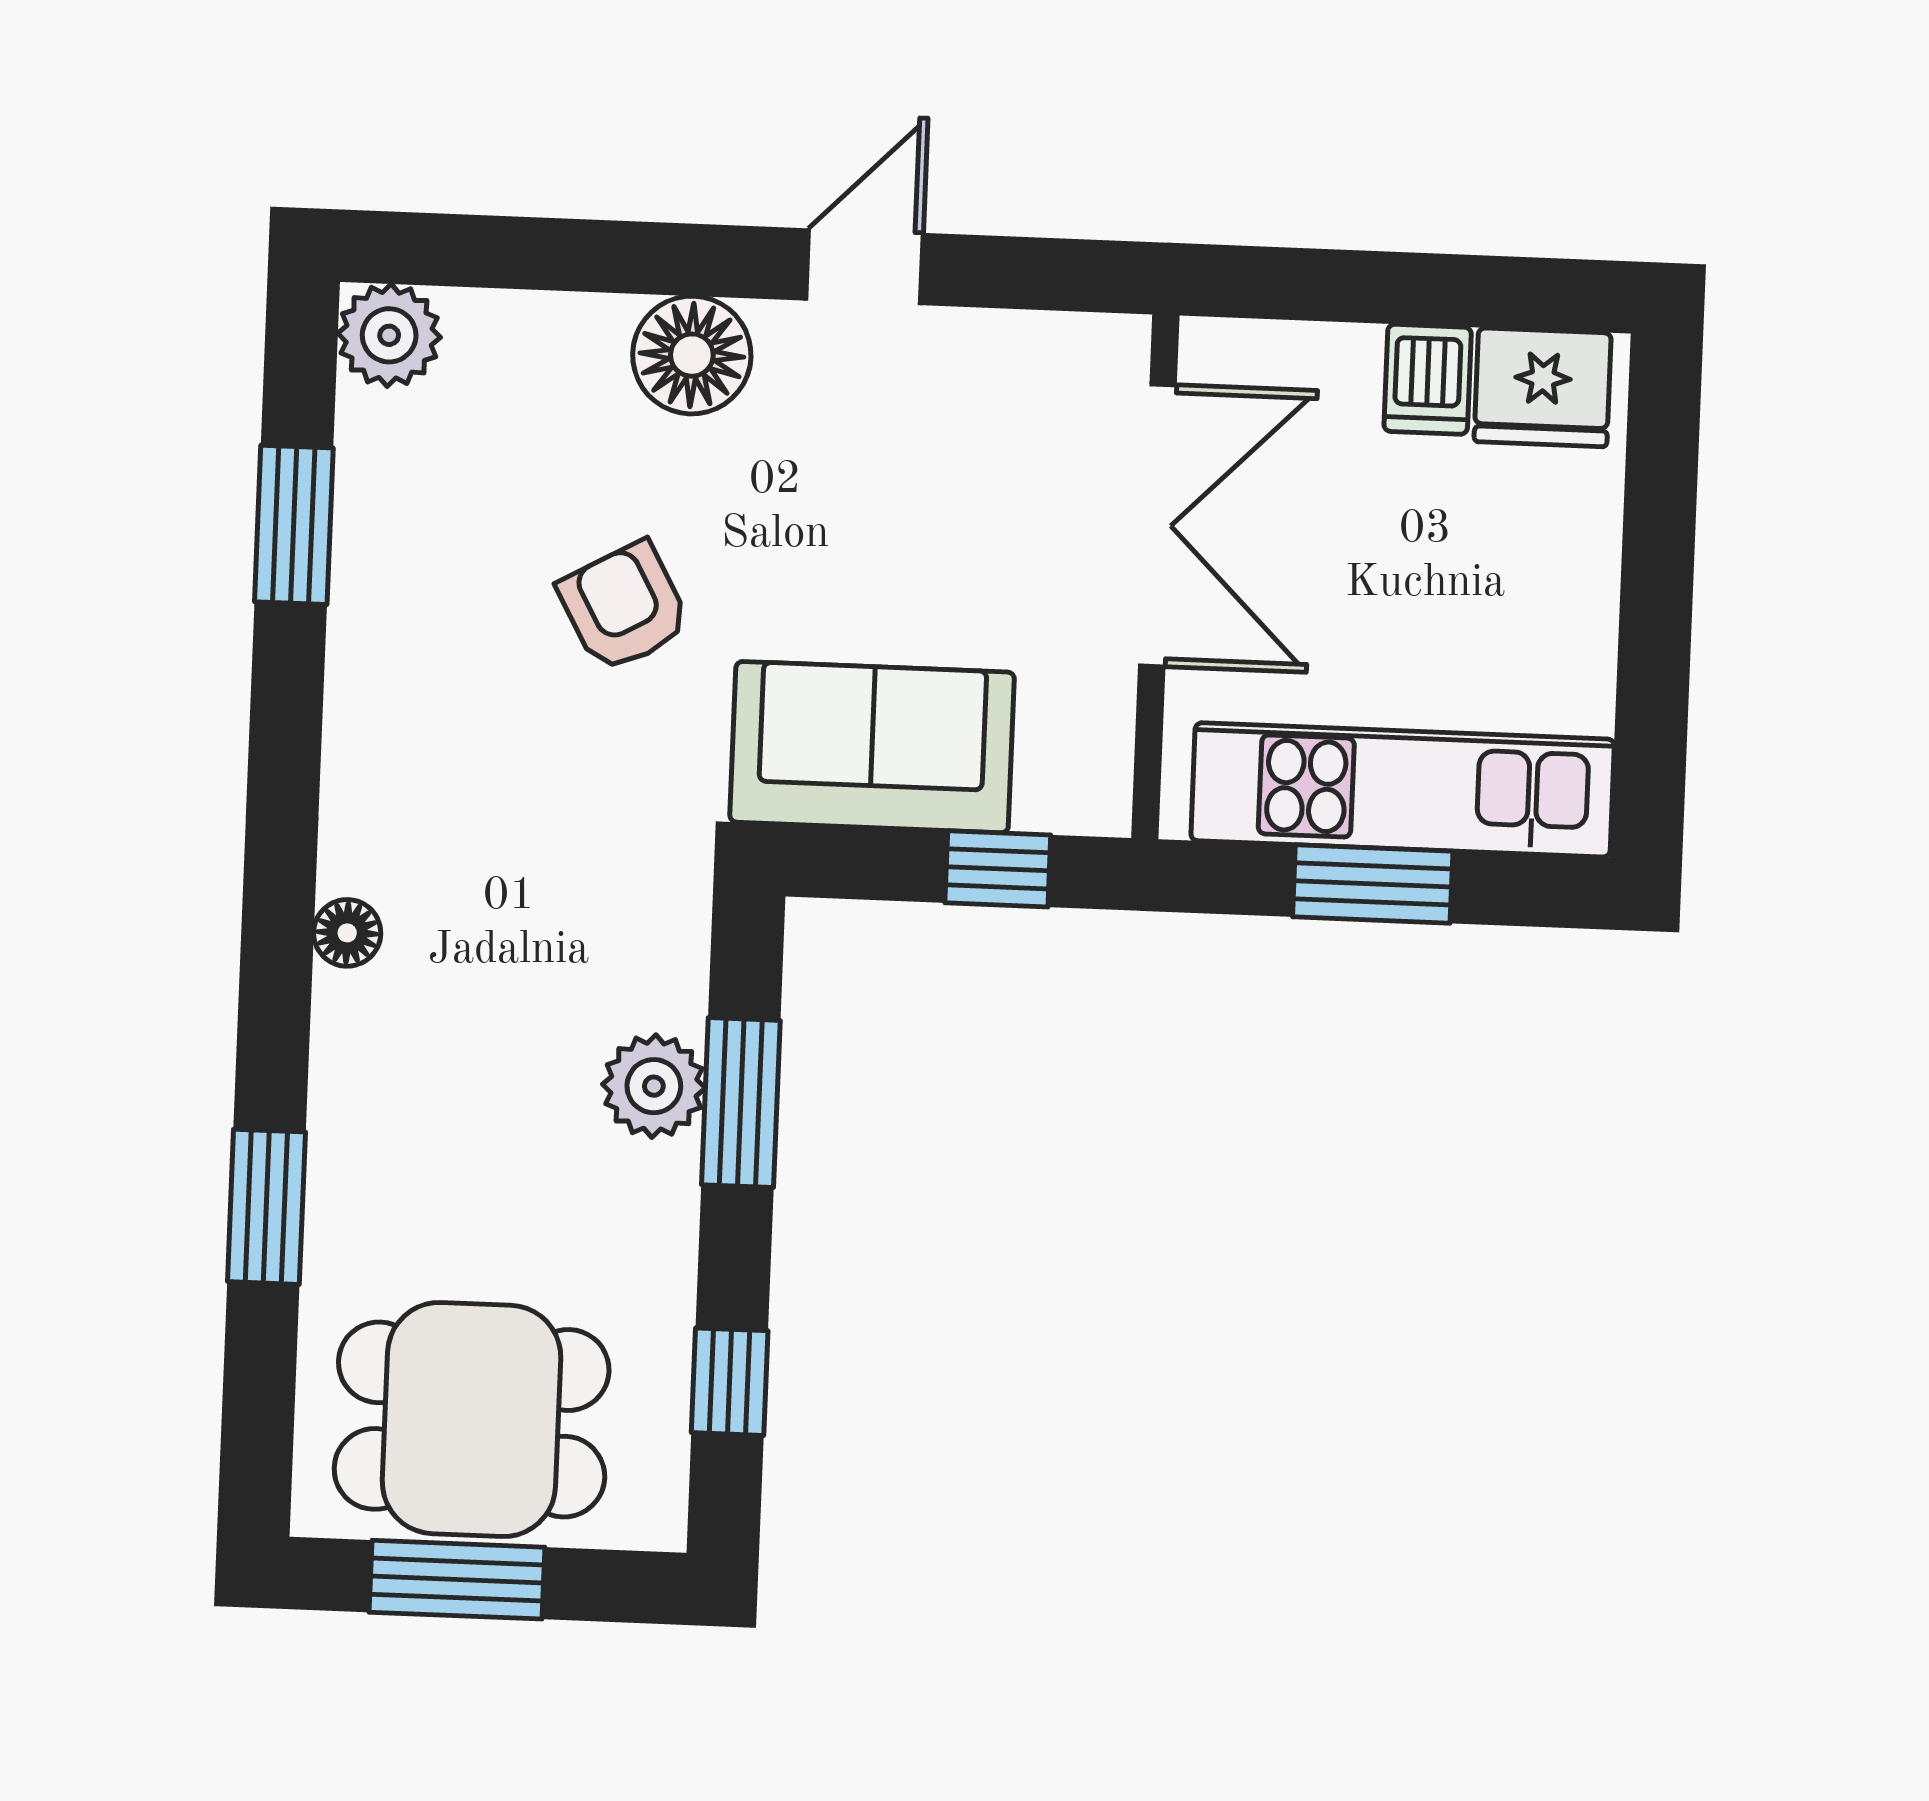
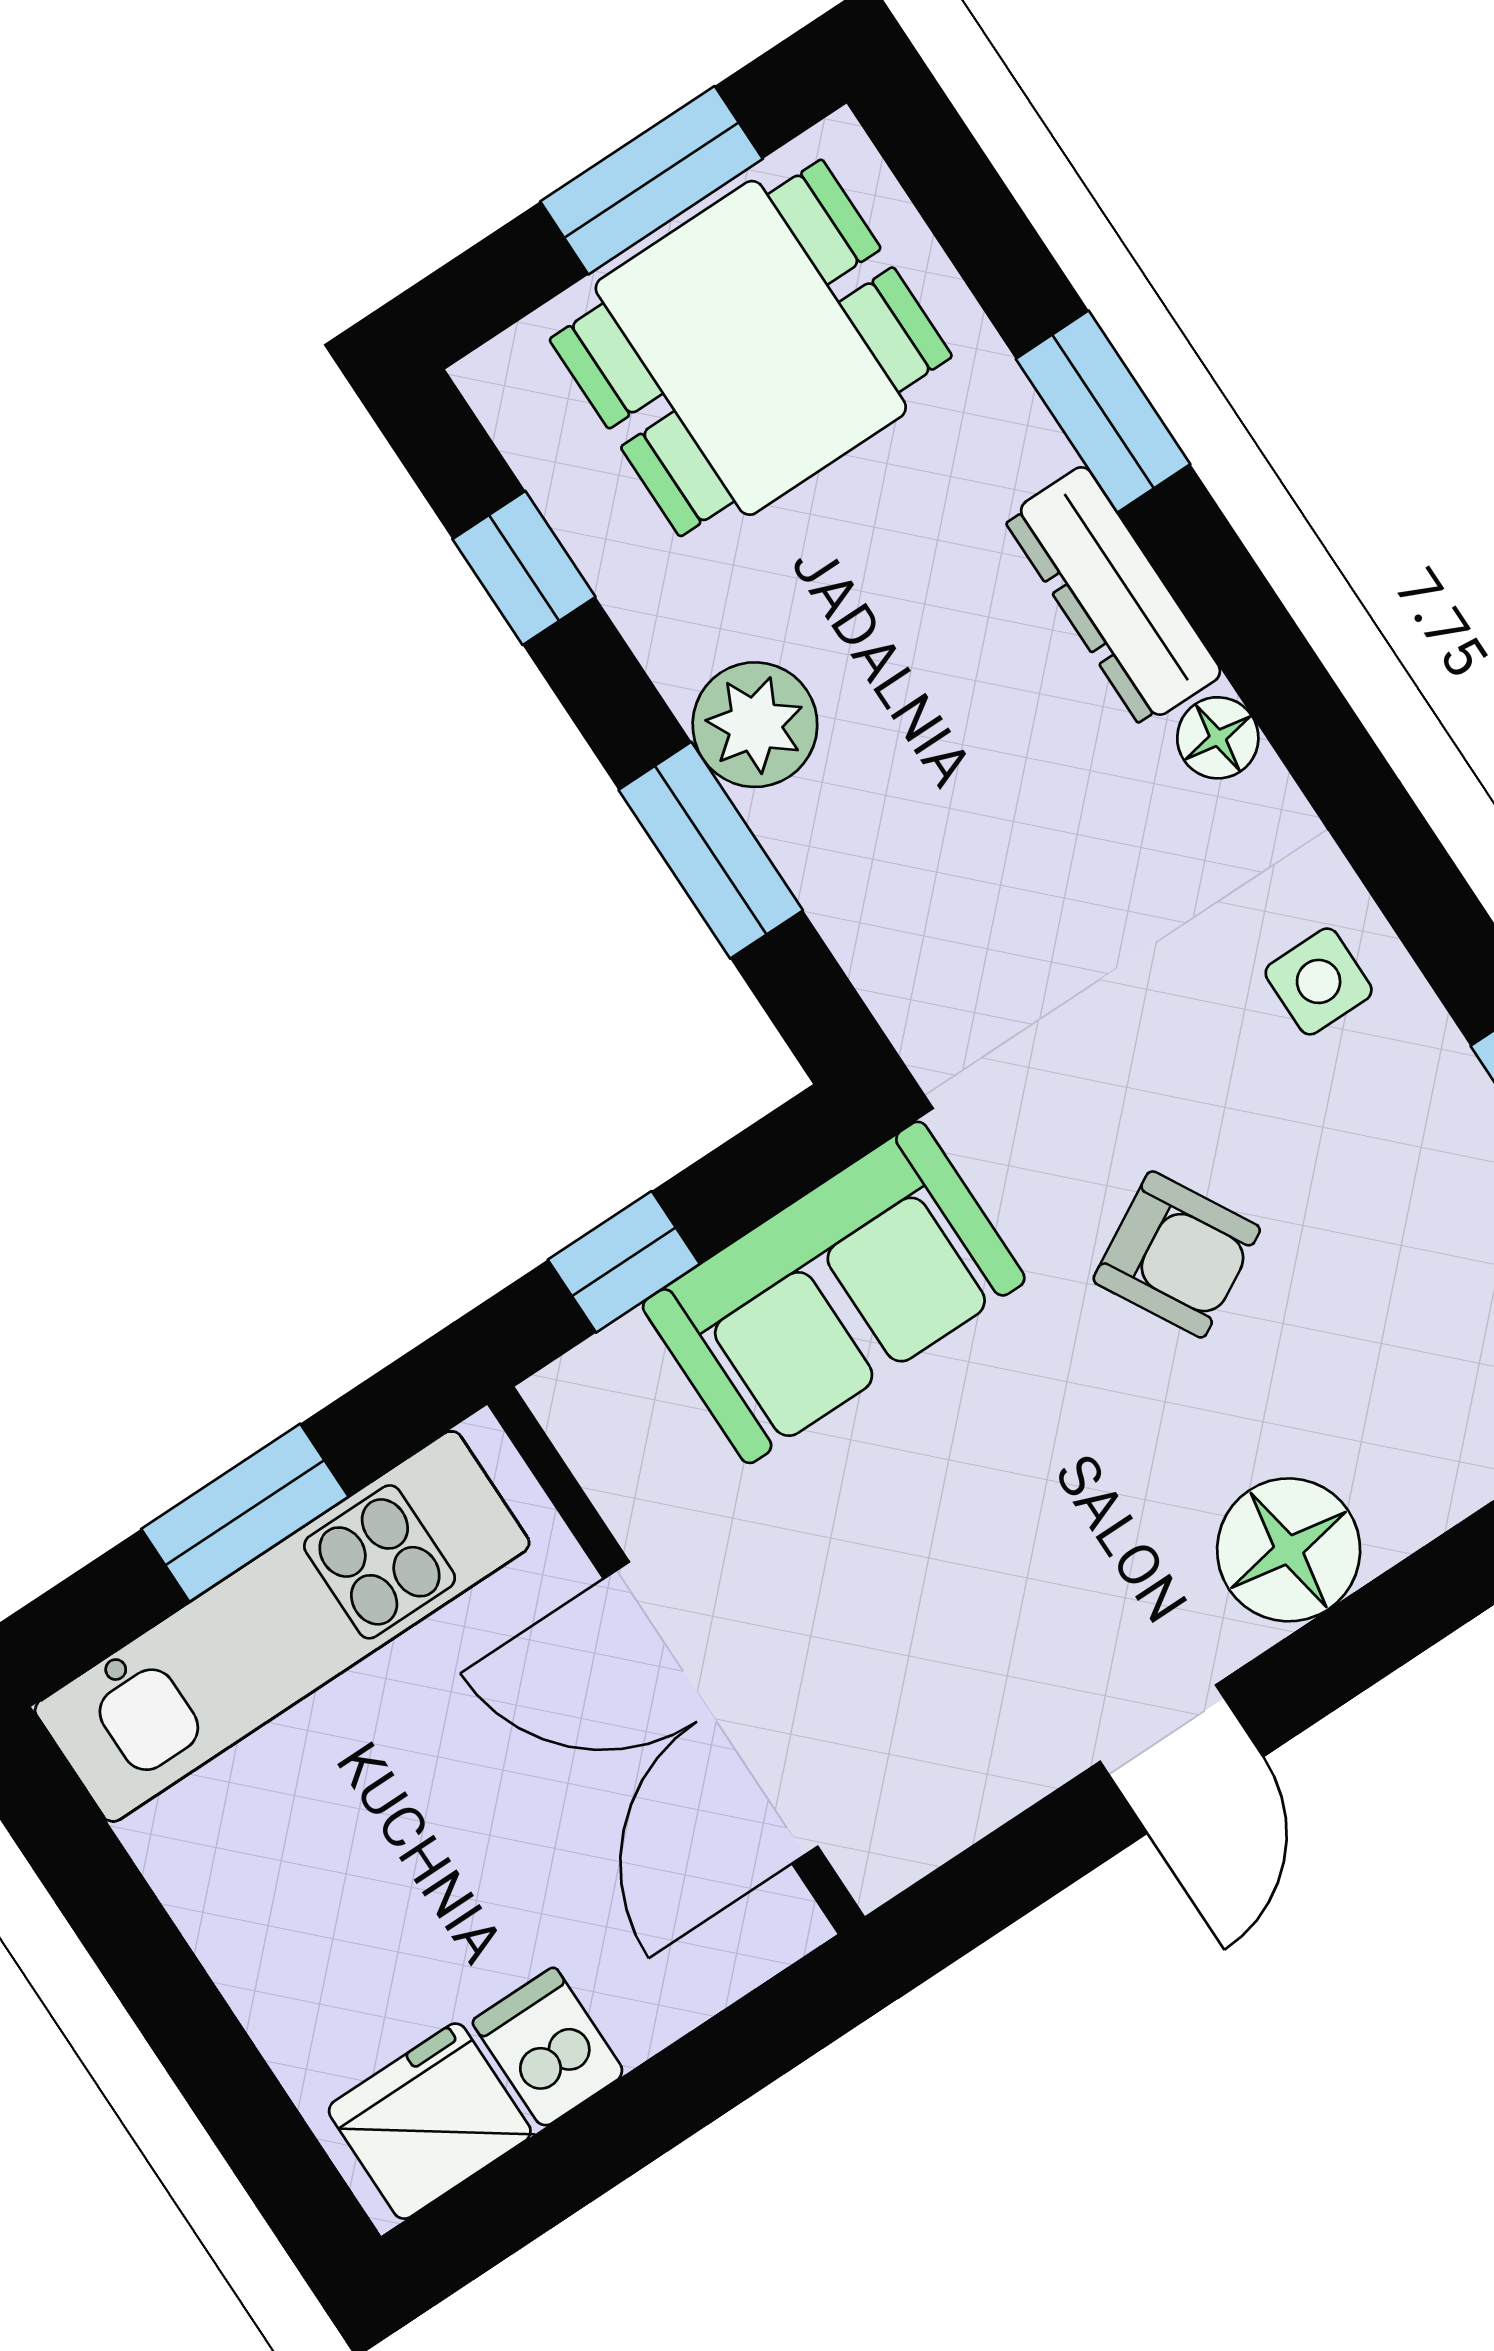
side table: (397, 721) -> (1319, 981), added
dresser: (349, 1078) -> (1113, 596), added
plant: (654, 1086) -> (755, 725), moved

